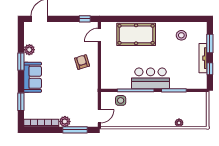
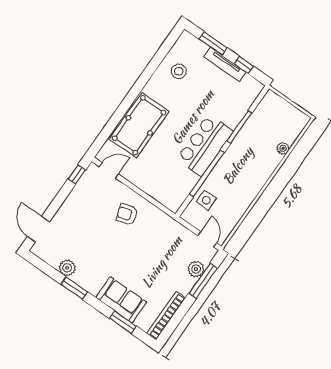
door: (99, 35) -> (109, 170), swing flipped
sofa: (33, 77) -> (121, 300), moved
plant: (65, 122) -> (196, 269), moved

